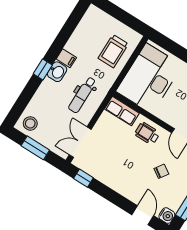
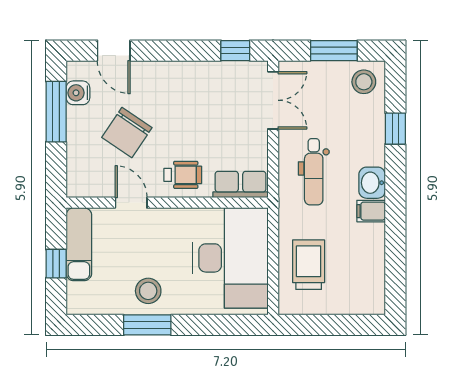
window: (43, 69) -> (395, 129), moved
dental chair: (82, 95) -> (314, 172), turned 180
chair: (161, 171) -> (127, 133), width x1.87, depth x1.87
water cooler: (167, 216) -> (78, 93), moved

